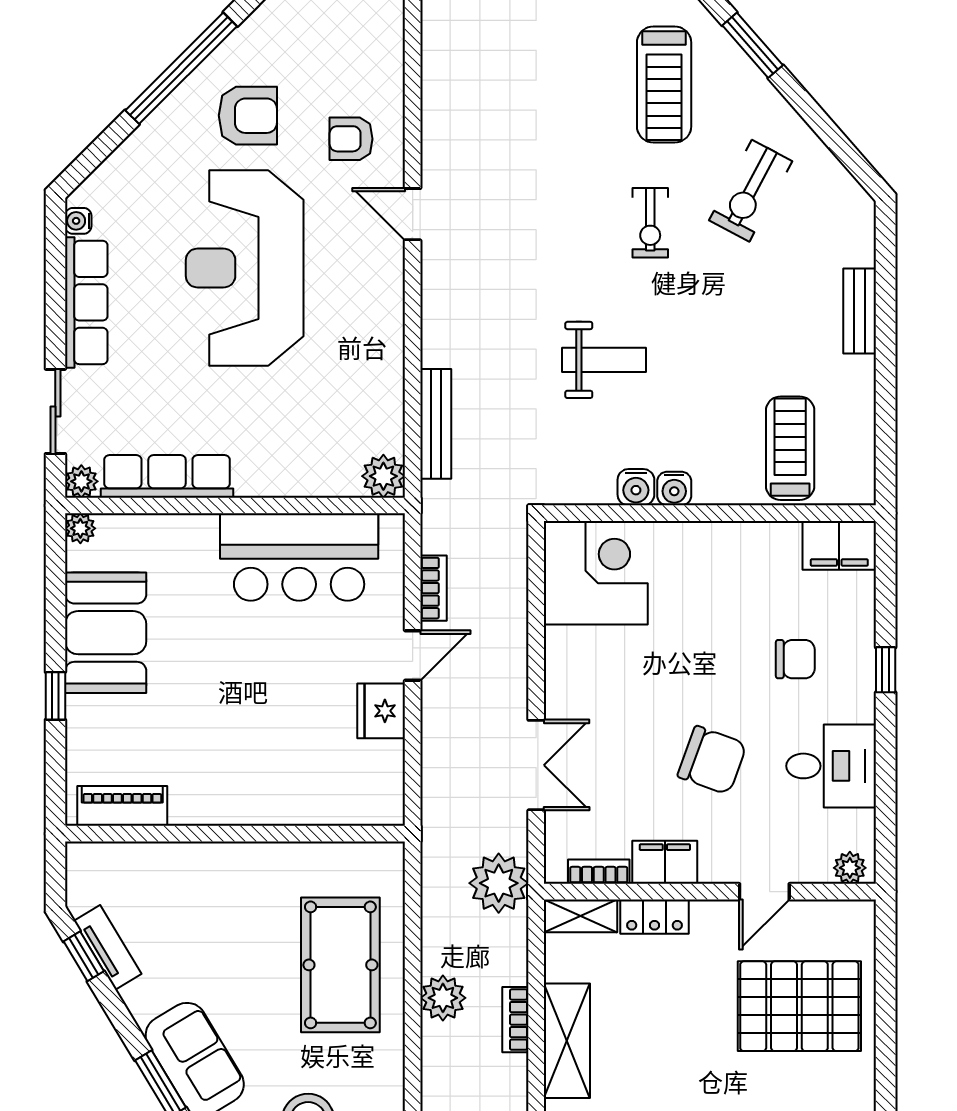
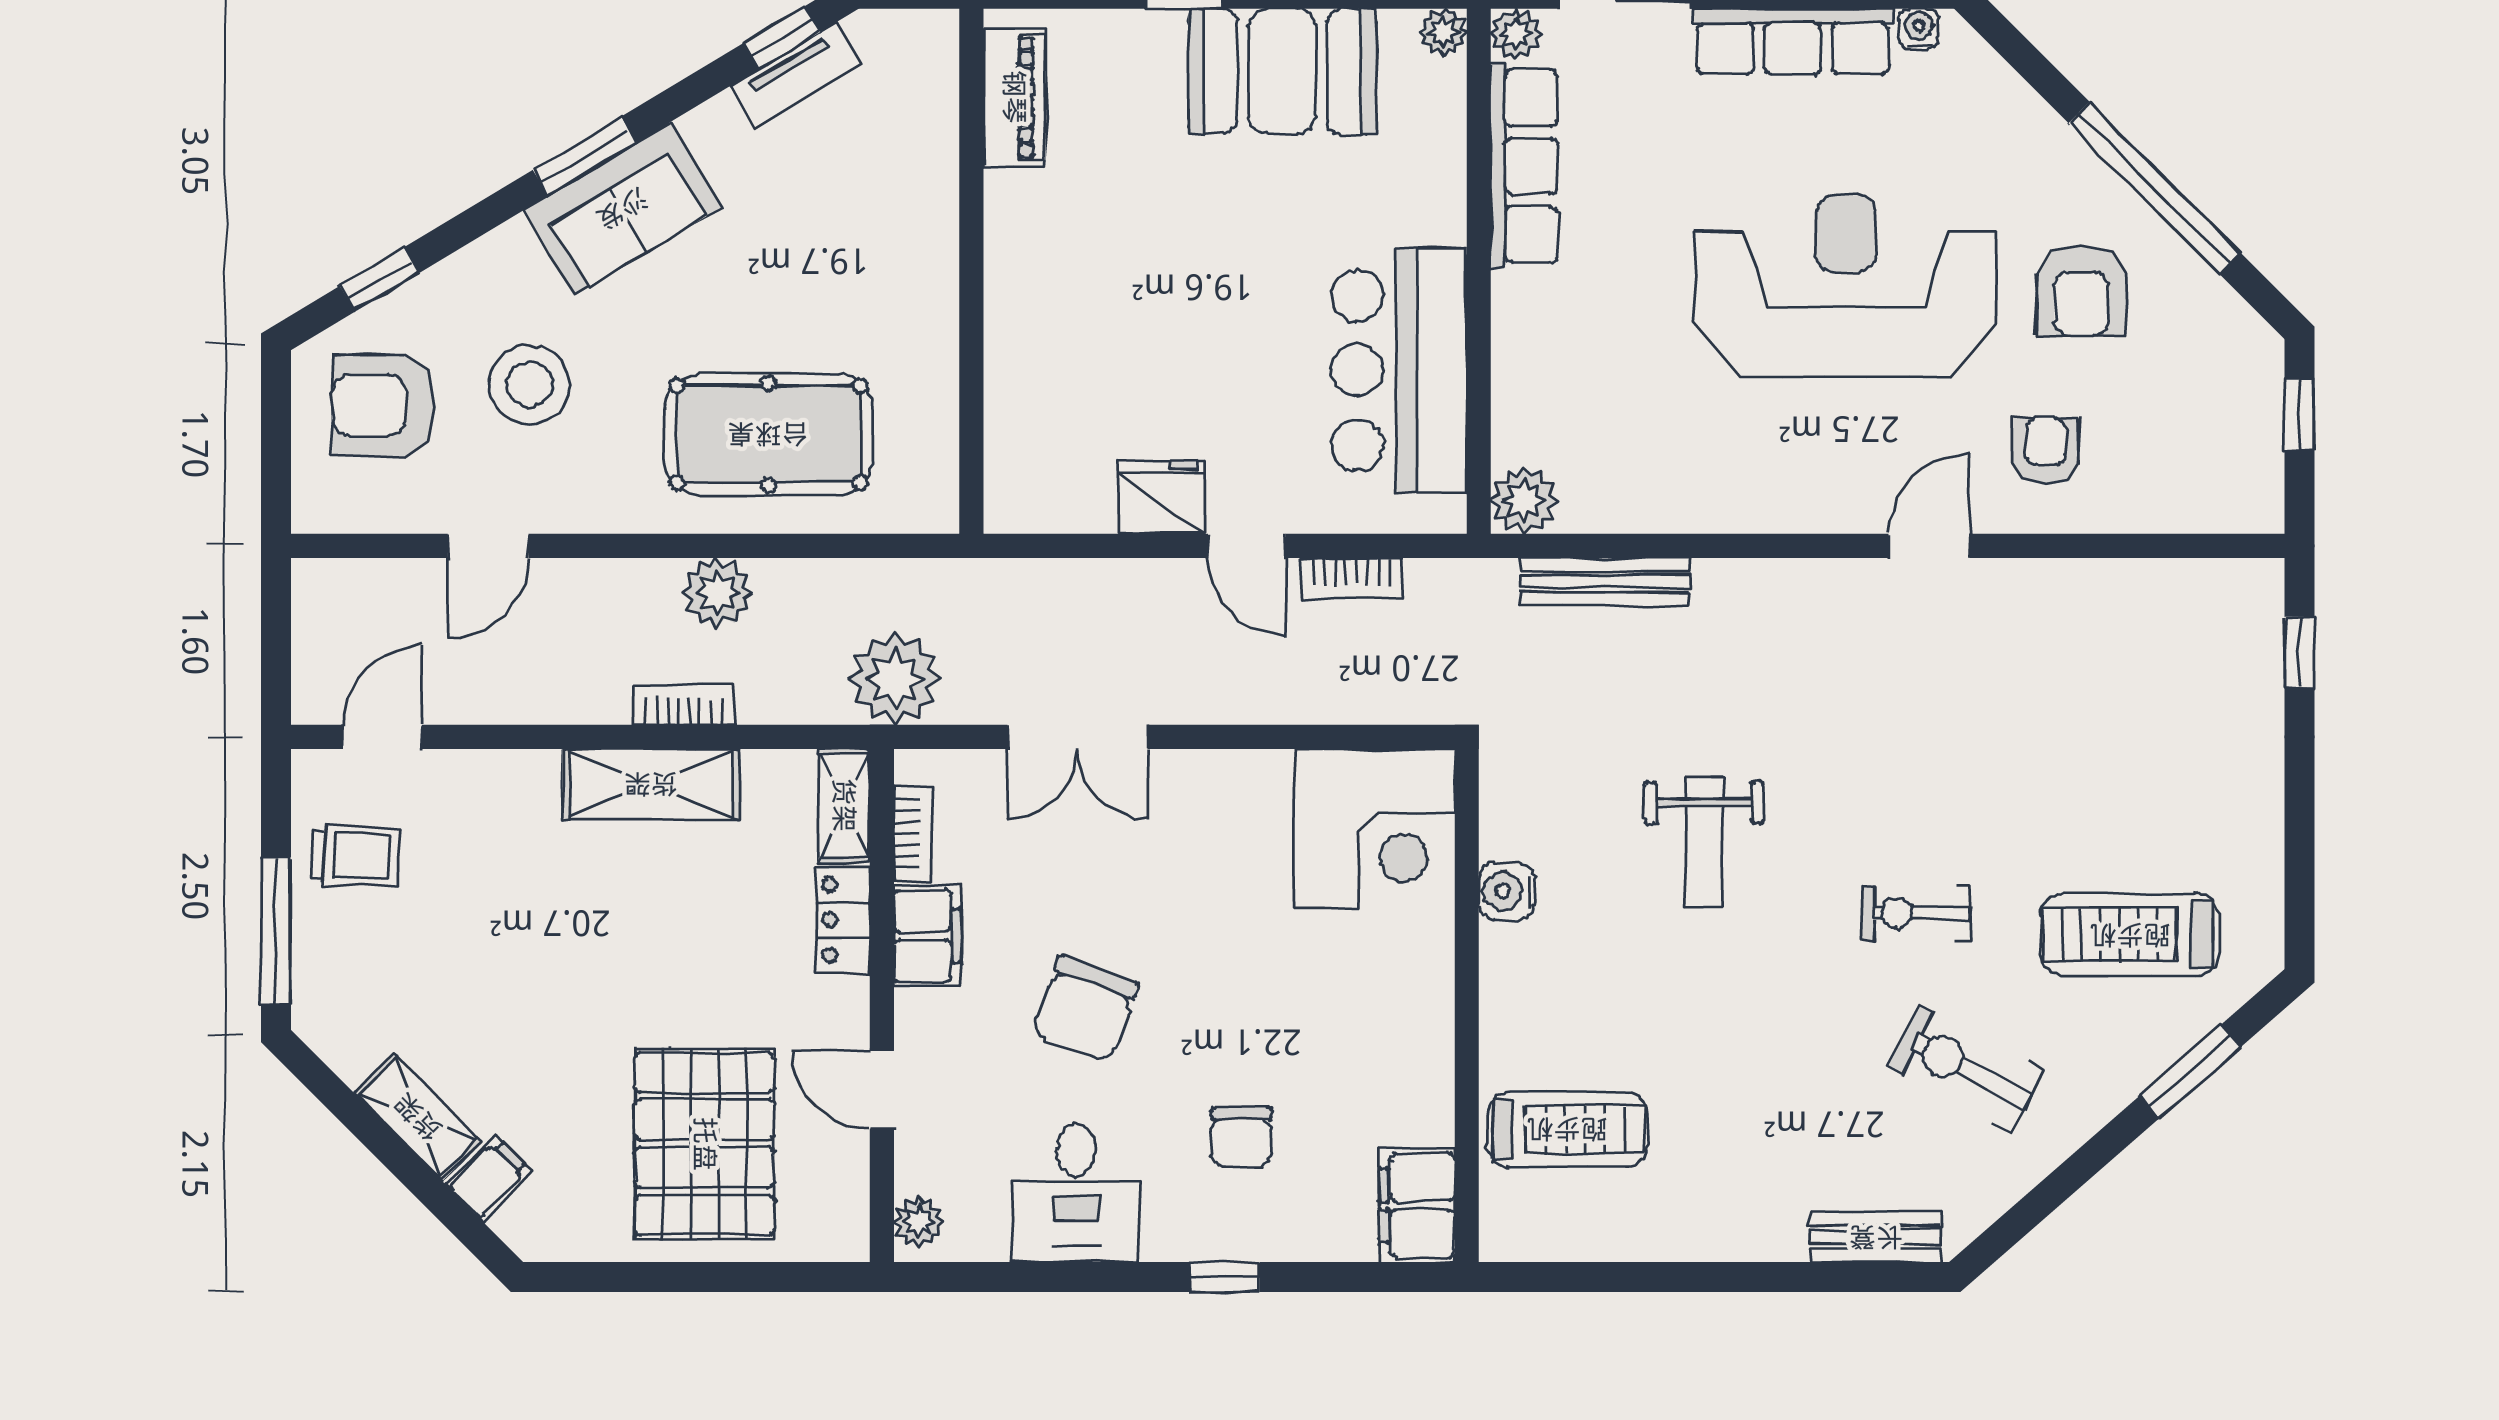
bench: (860, 311) -> (1876, 1237), moved
water cooler: (674, 489) -> (1505, 950), removed

